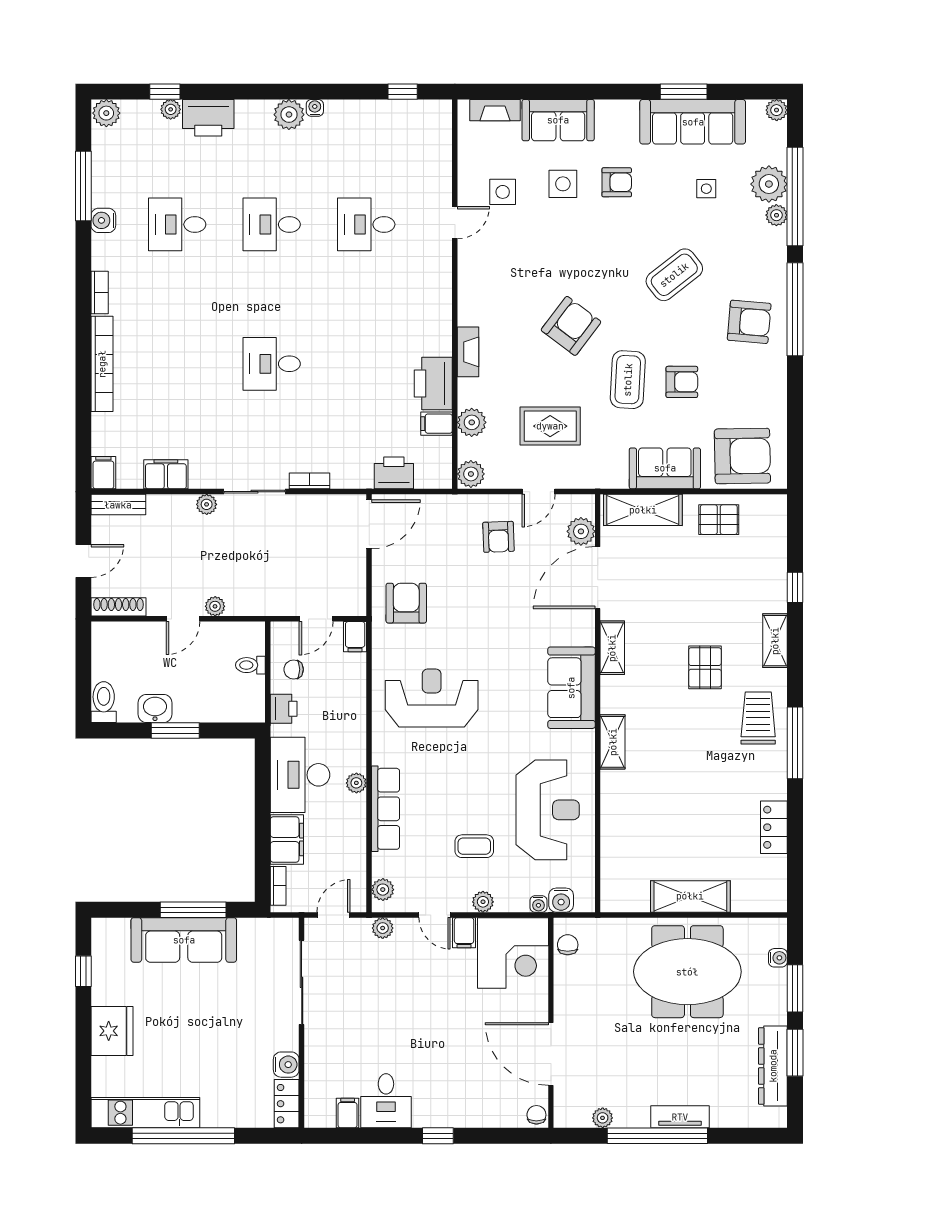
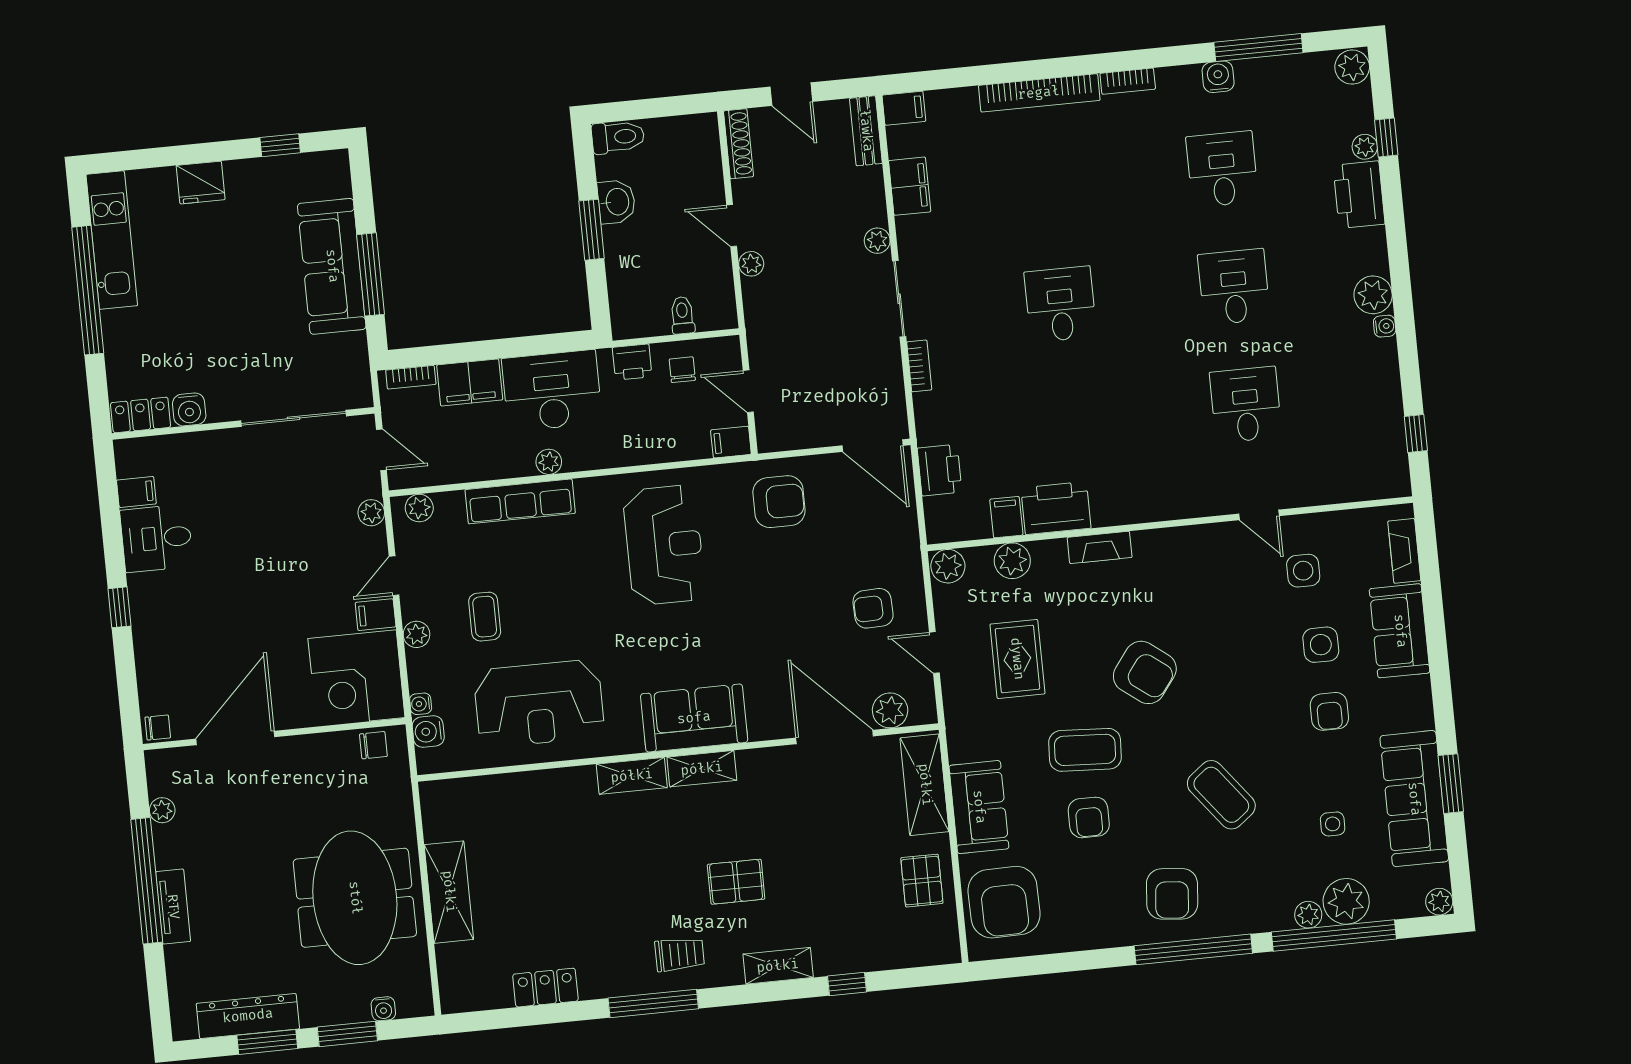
shelving: (612, 648) -> (702, 769), moved
trolley: (758, 718) -> (680, 954), width x0.73, depth x0.72
fridge: (112, 1031) -> (201, 183), width x0.73, depth x0.75

